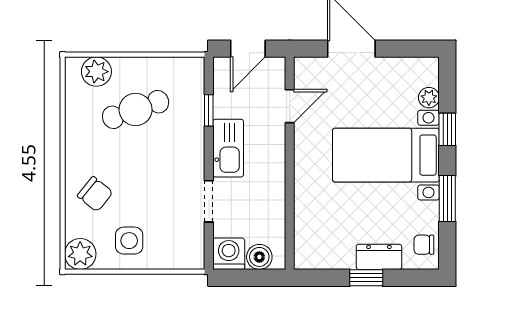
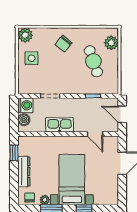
plant: (429, 98) -> (45, 200), moved
kitchen sink: (228, 148) -> (60, 125), moved, turned 180
chair: (95, 194) -> (64, 44), moved
dresser: (379, 257) -> (24, 172), width x1.44
window: (366, 278) -> (14, 153), moved

